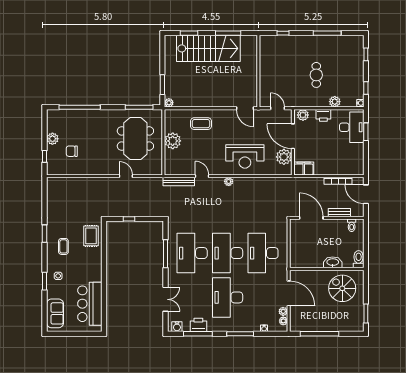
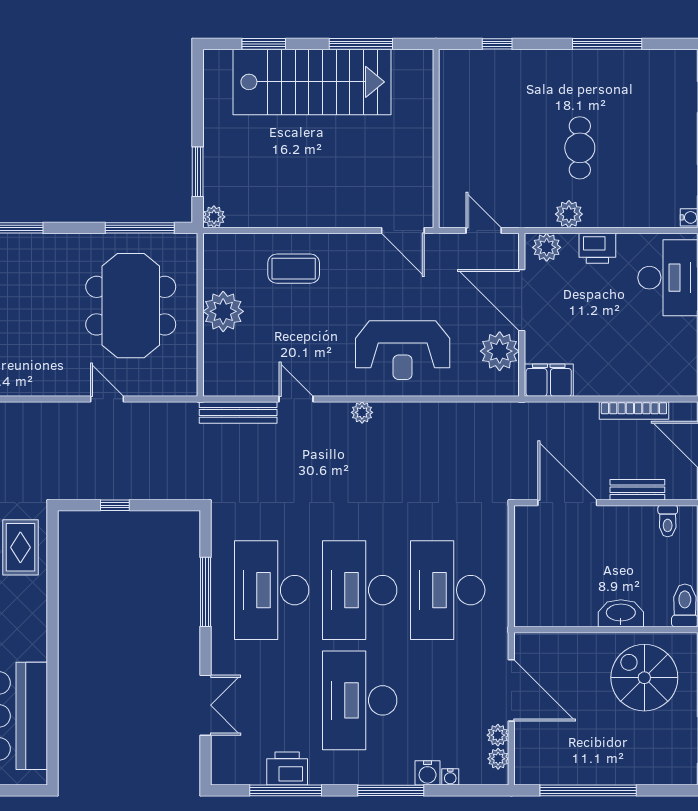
plant: (335, 102) -> (569, 214), moved
water cooler: (177, 327) -> (428, 773), moved

